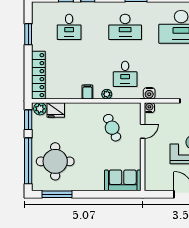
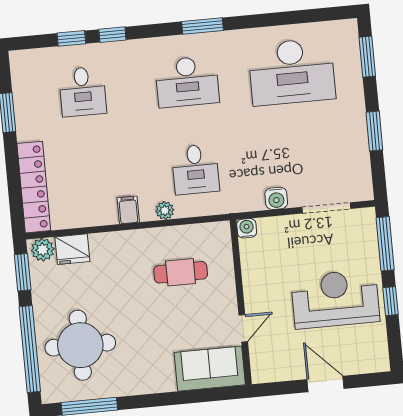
water cooler: (149, 93) -> (276, 198), moved
cafe table: (112, 128) -> (181, 272), turned -67
door: (143, 131) -> (243, 328), moved

